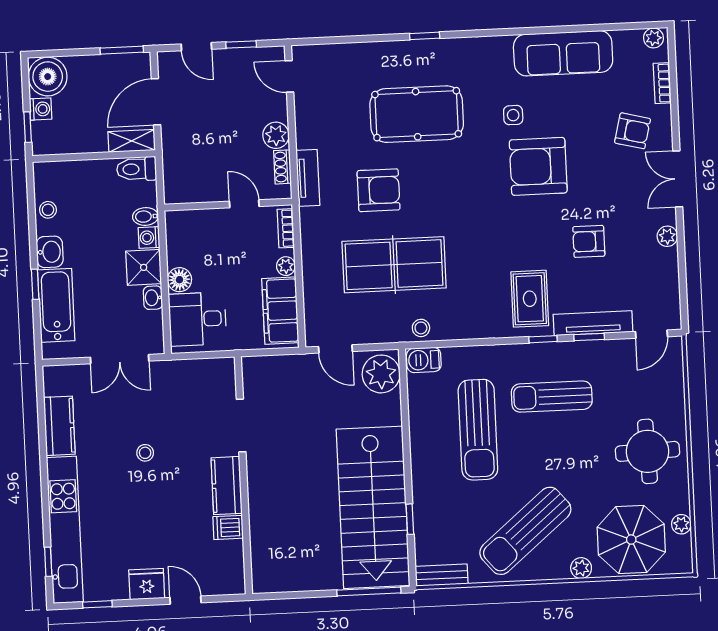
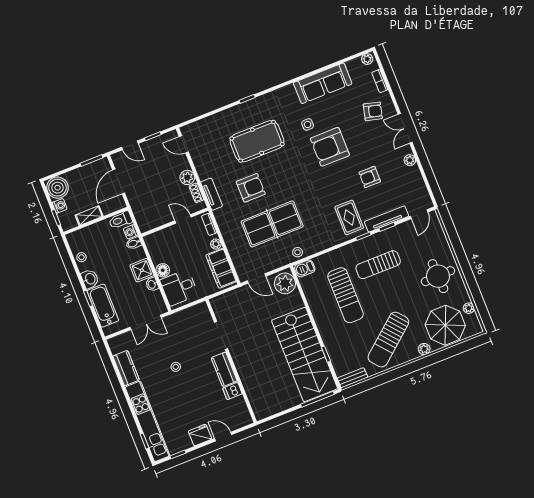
shelving: (132, 141) -> (89, 216), moved
washing machine: (149, 238) -> (131, 232), moved

